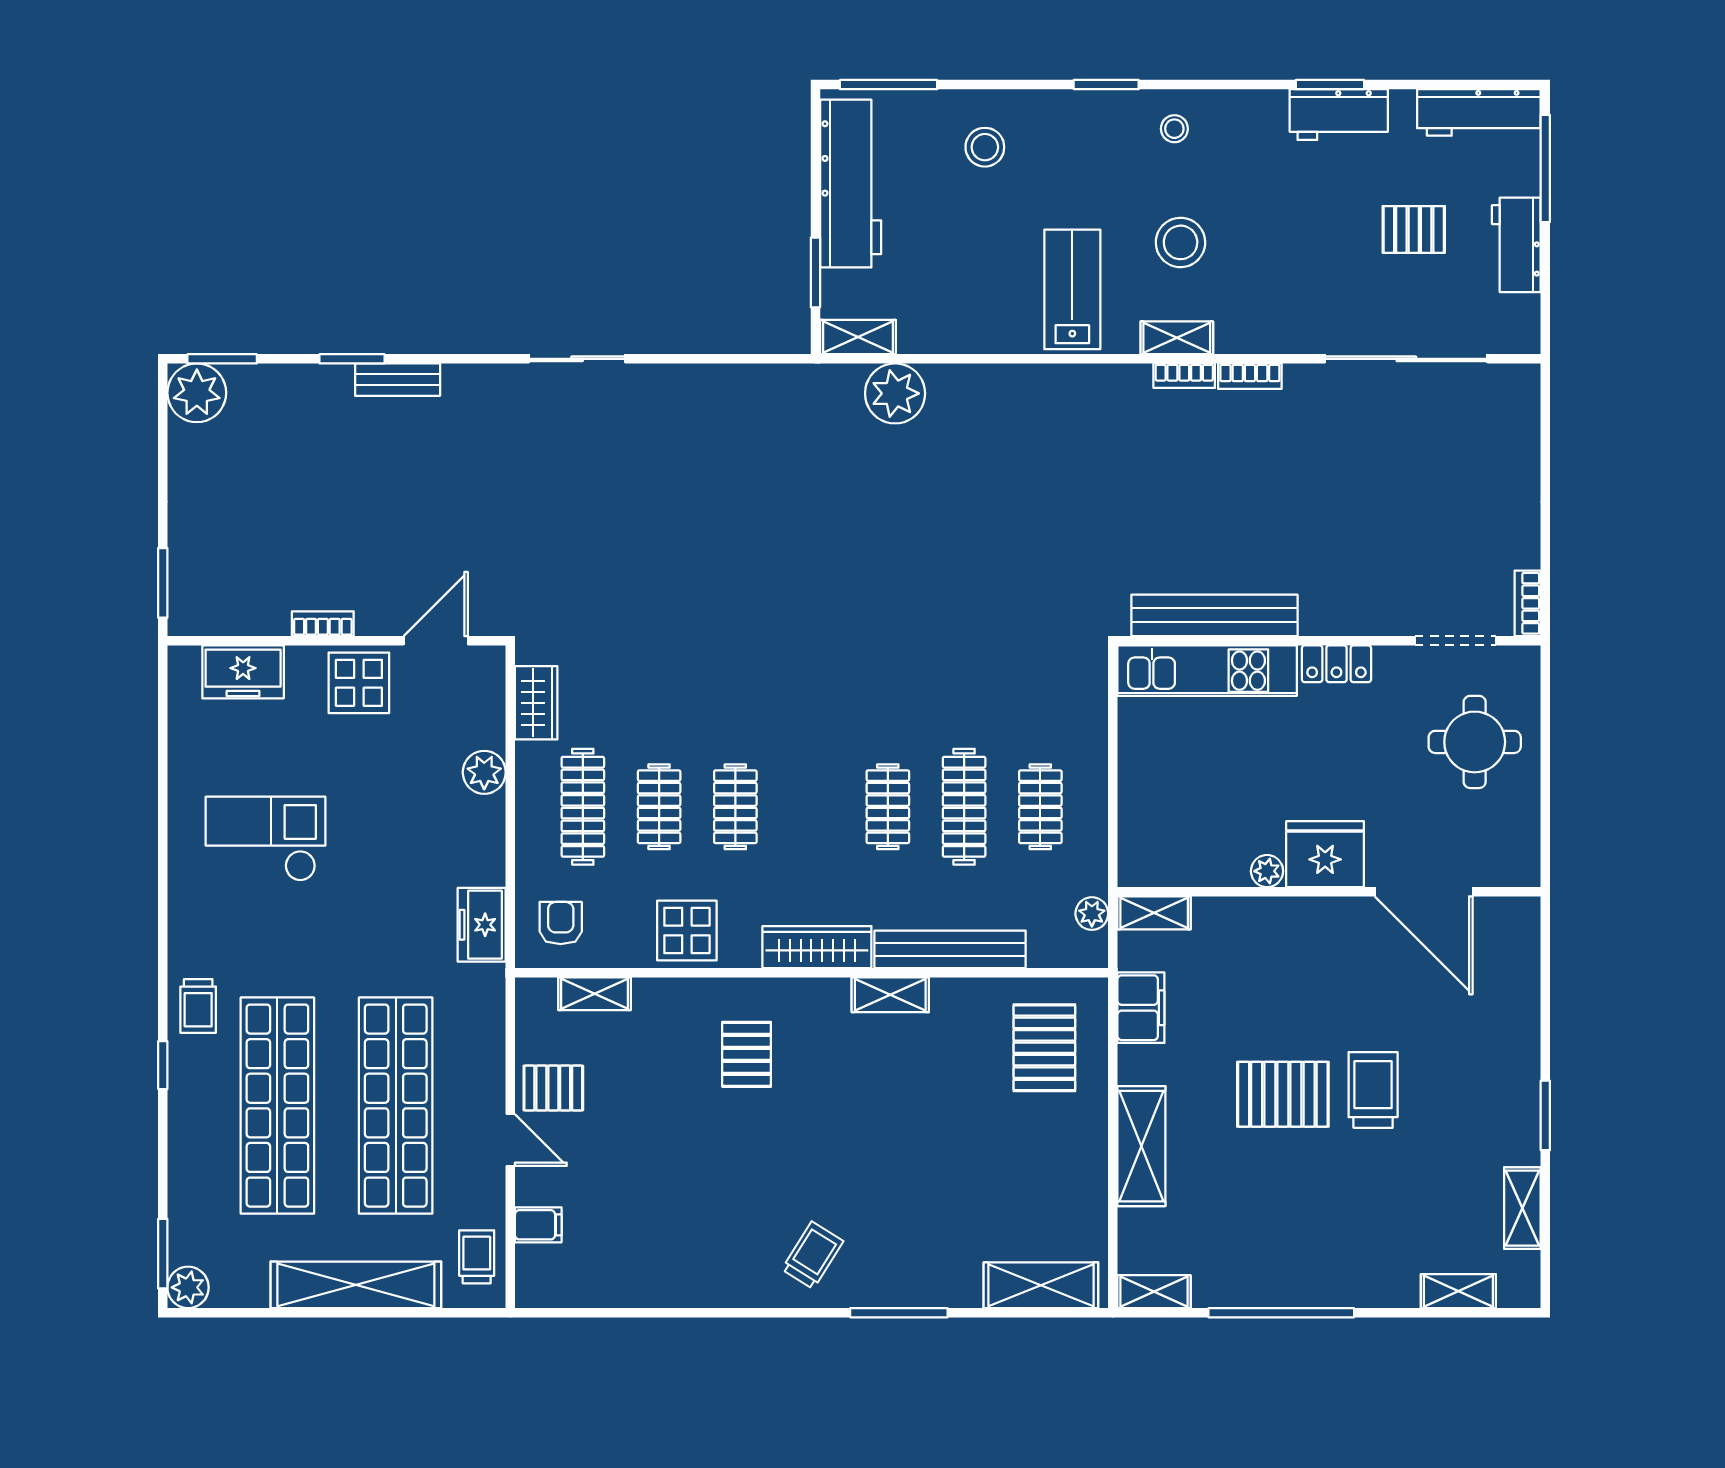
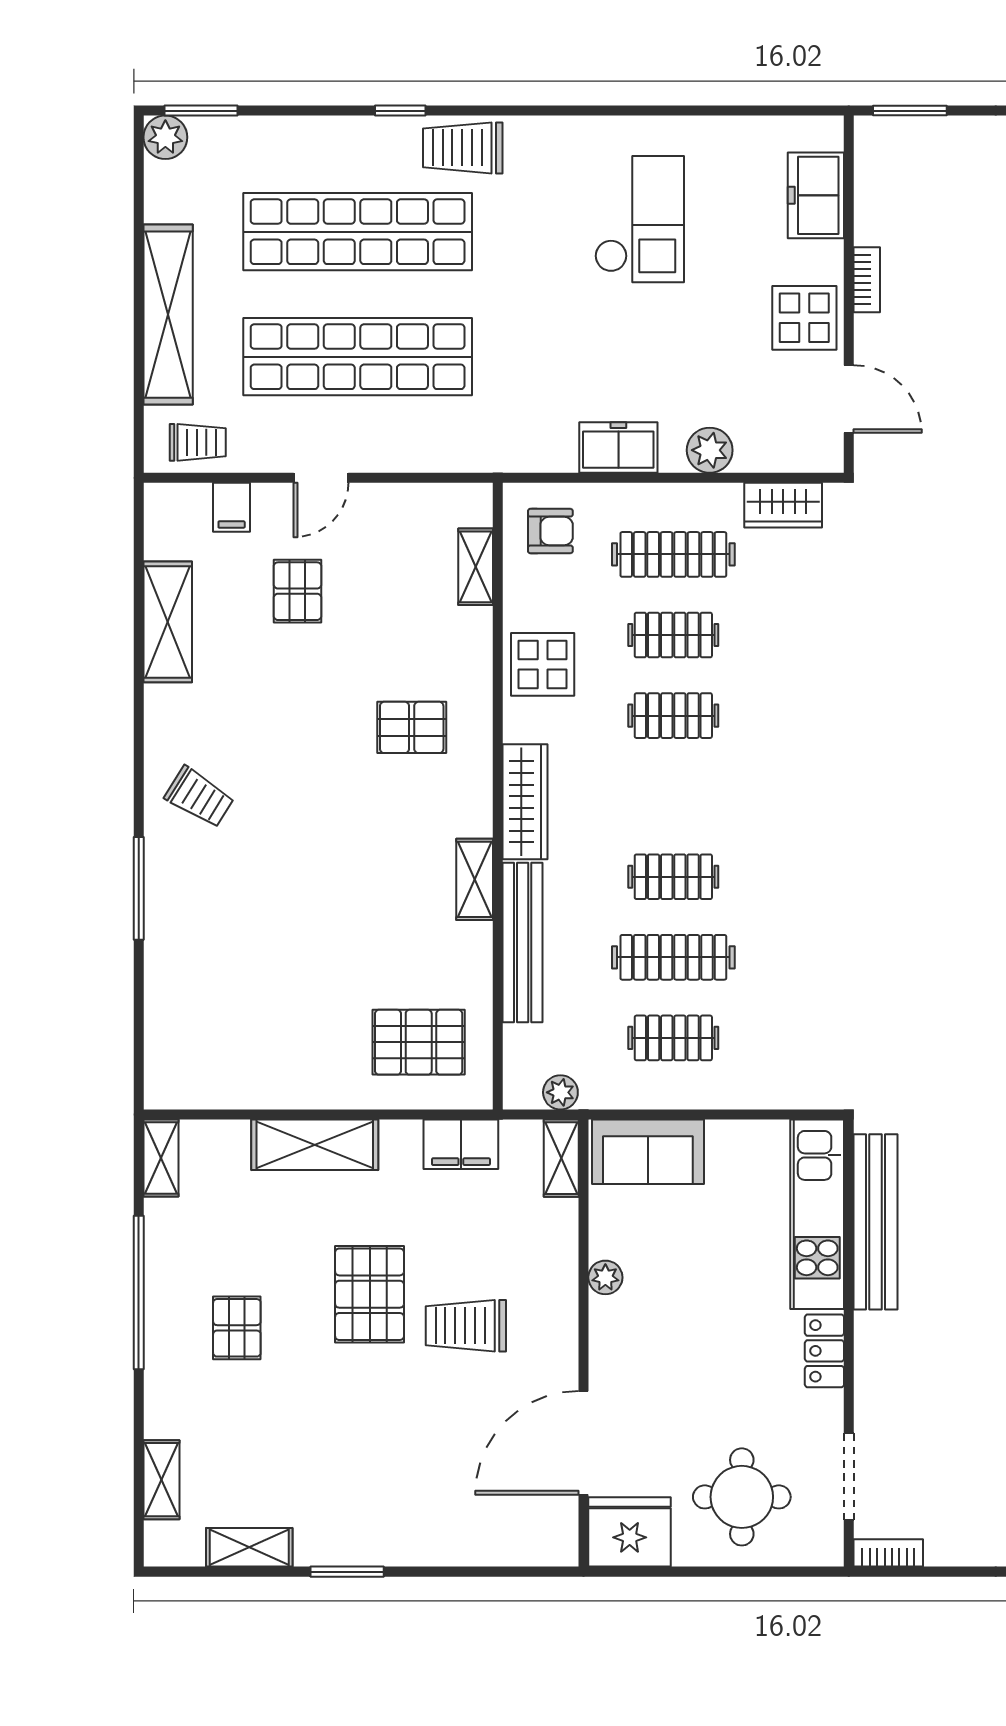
sofa: (1148, 831) -> (648, 1152), added
fridge: (1325, 854) -> (630, 1532), moved, turned -90
freezer: (482, 925) -> (618, 448), moved
trolley: (198, 1006) -> (463, 148), width x1.36, depth x1.39
pallet: (553, 1088) -> (297, 591), moved
trolley: (1373, 1090) -> (466, 1326), moved, turned 180
pallet: (1315, 1220) -> (237, 1328), added
shelving: (1041, 1285) -> (168, 622), moved

